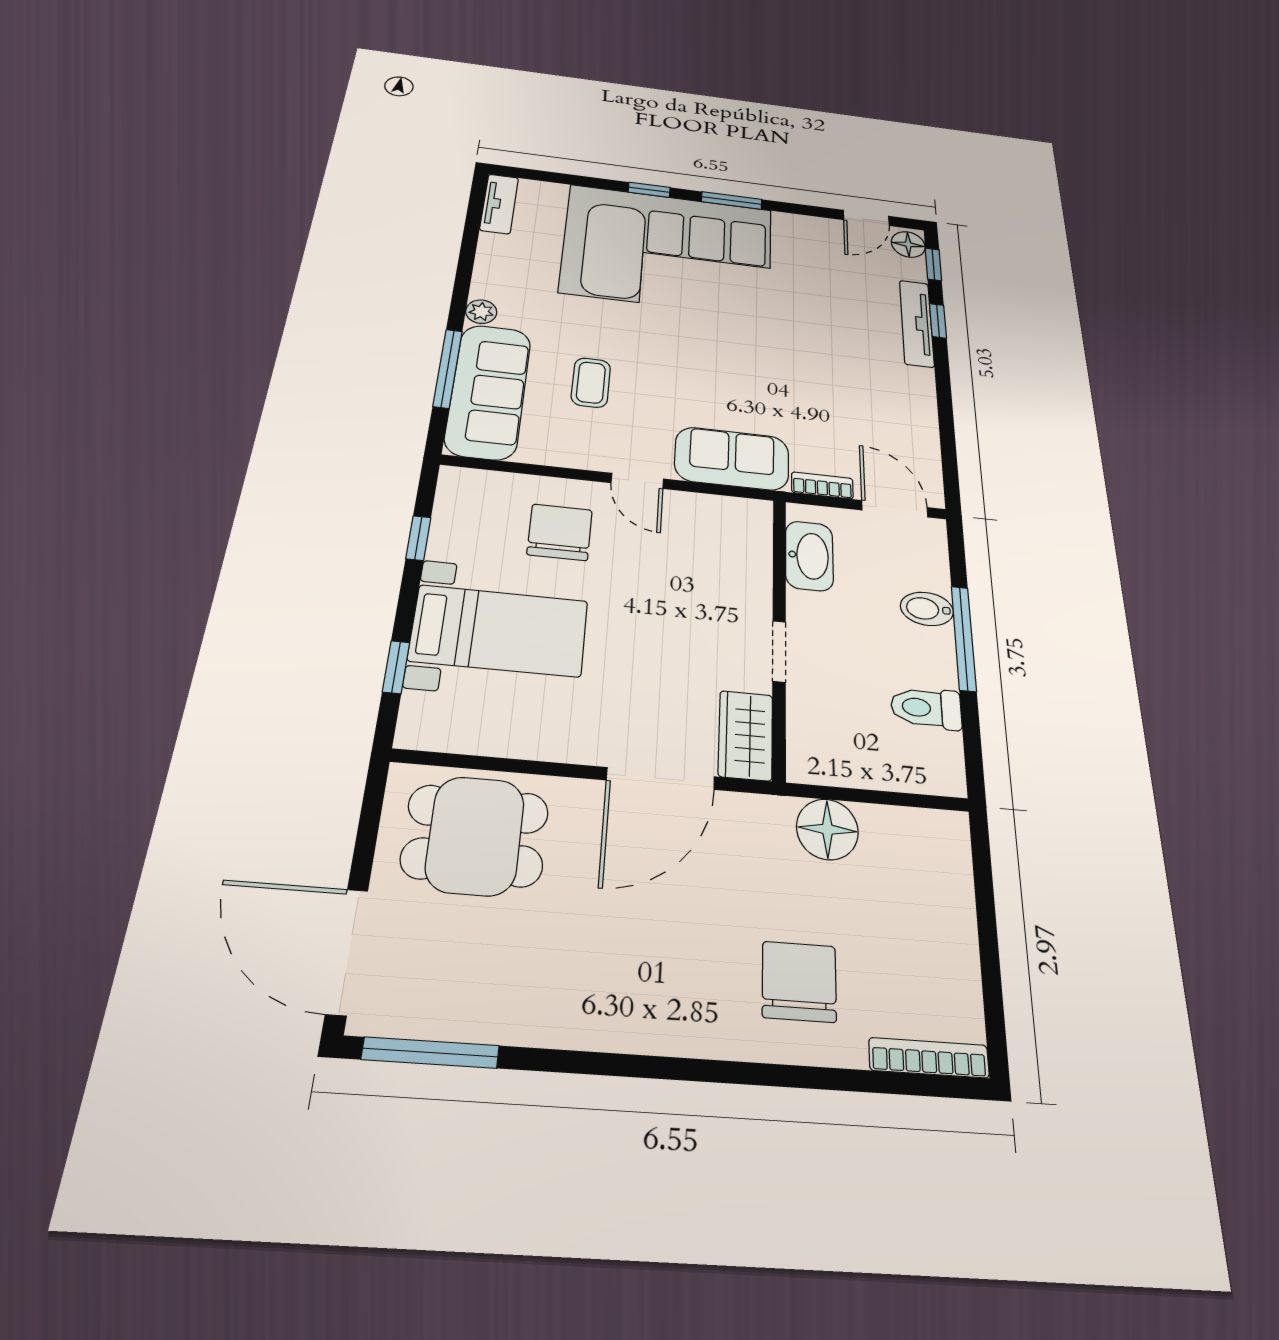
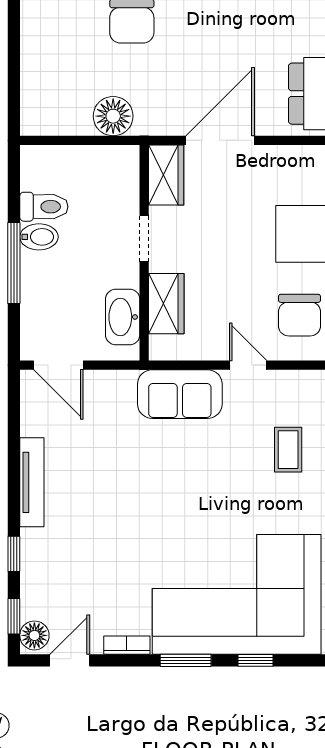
tv unit: (917, 323) -> (32, 482), moved
bookcase: (822, 485) -> (127, 645), moved, turned 180
wardrobe: (748, 566) -> (166, 304), added
bidet: (927, 609) -> (39, 237), moved

